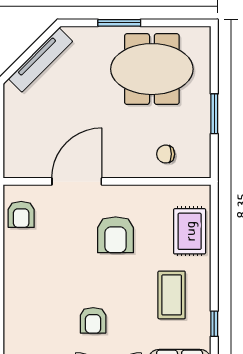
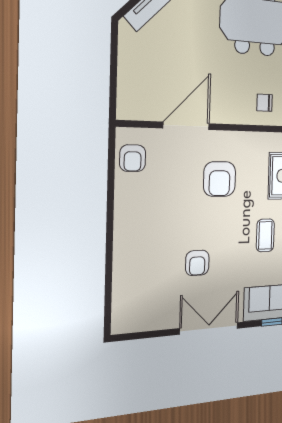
coffee table: (172, 295) -> (265, 235), width x0.73, depth x0.77

